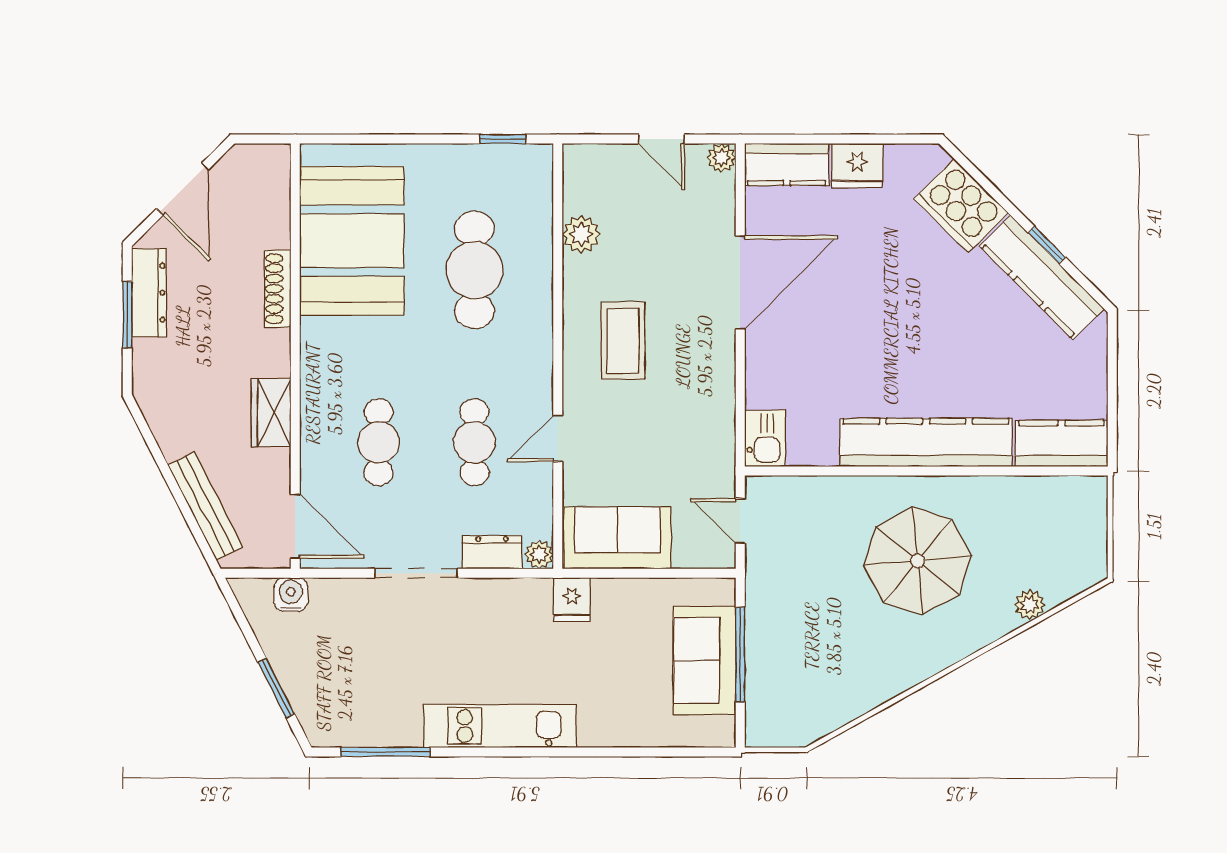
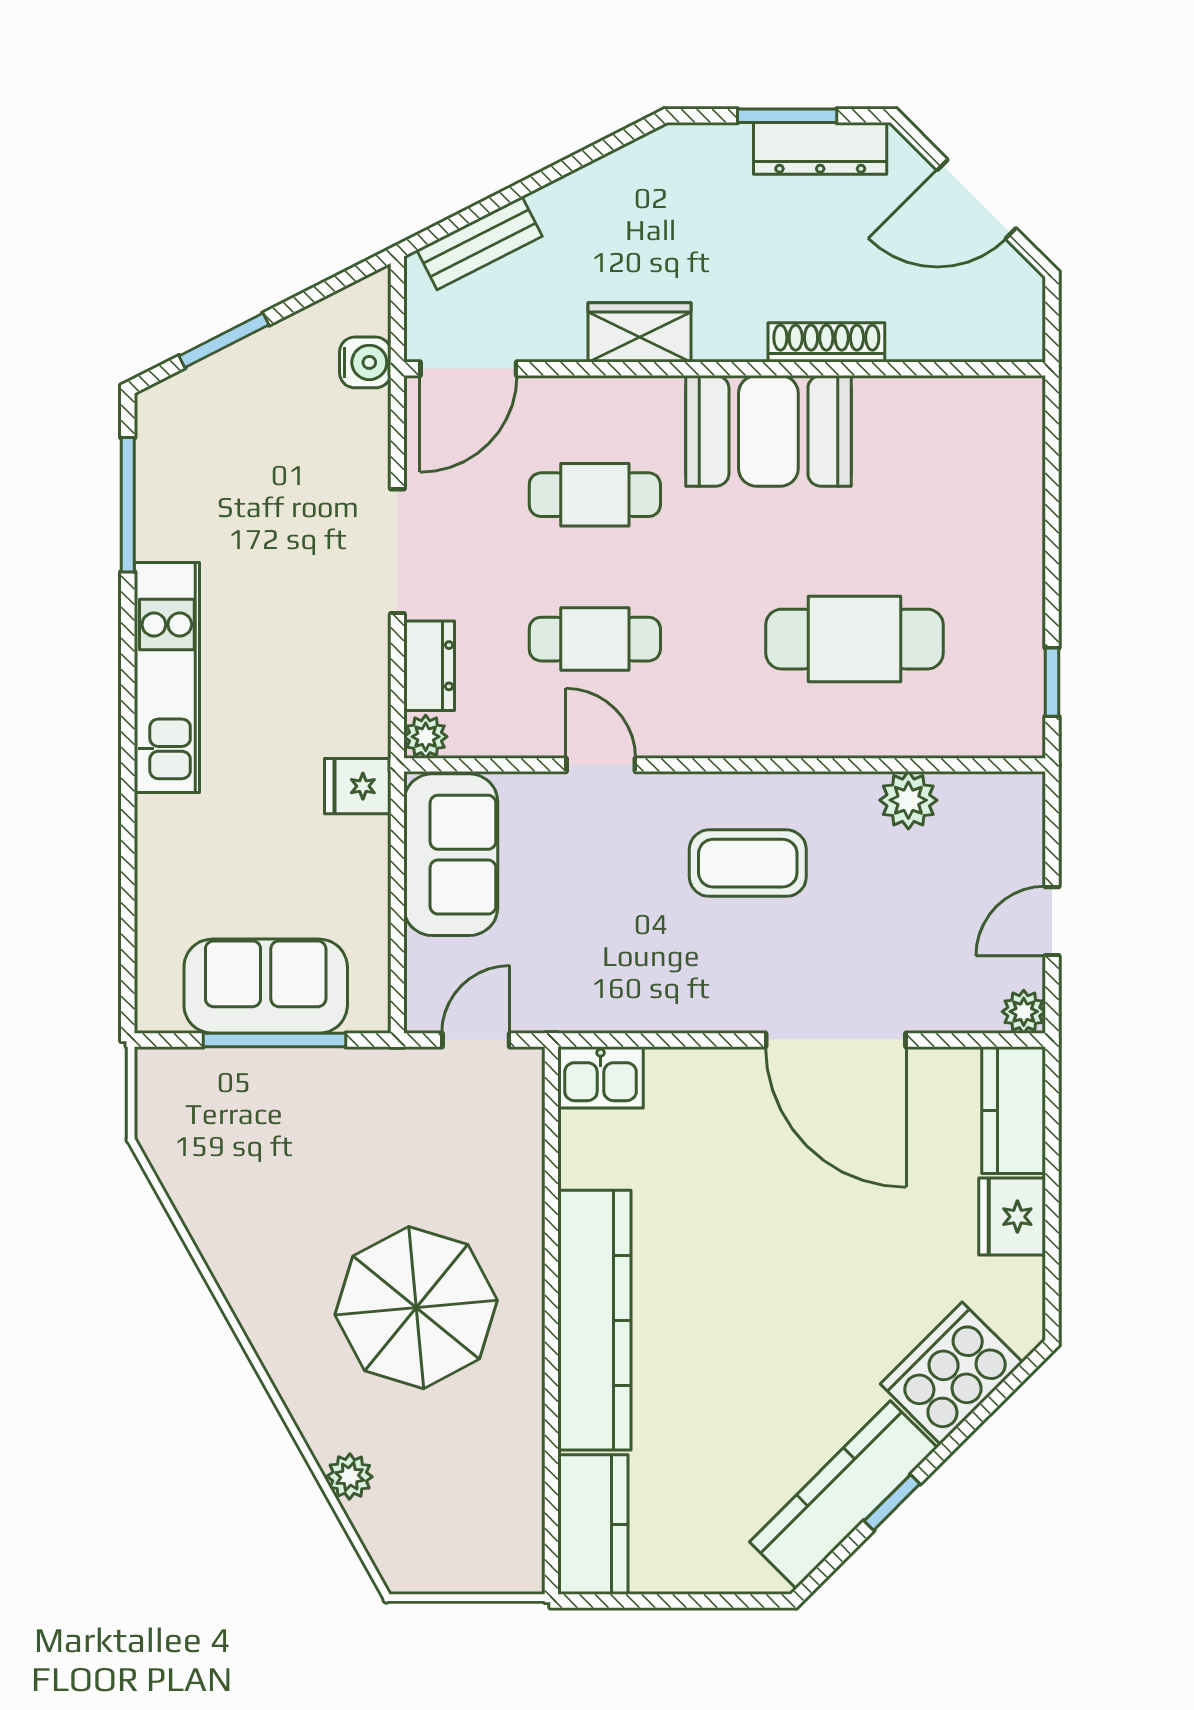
booth: (352, 241) -> (768, 431), moved, width x0.73, depth x0.70
bench: (205, 506) -> (480, 243), width x0.73

